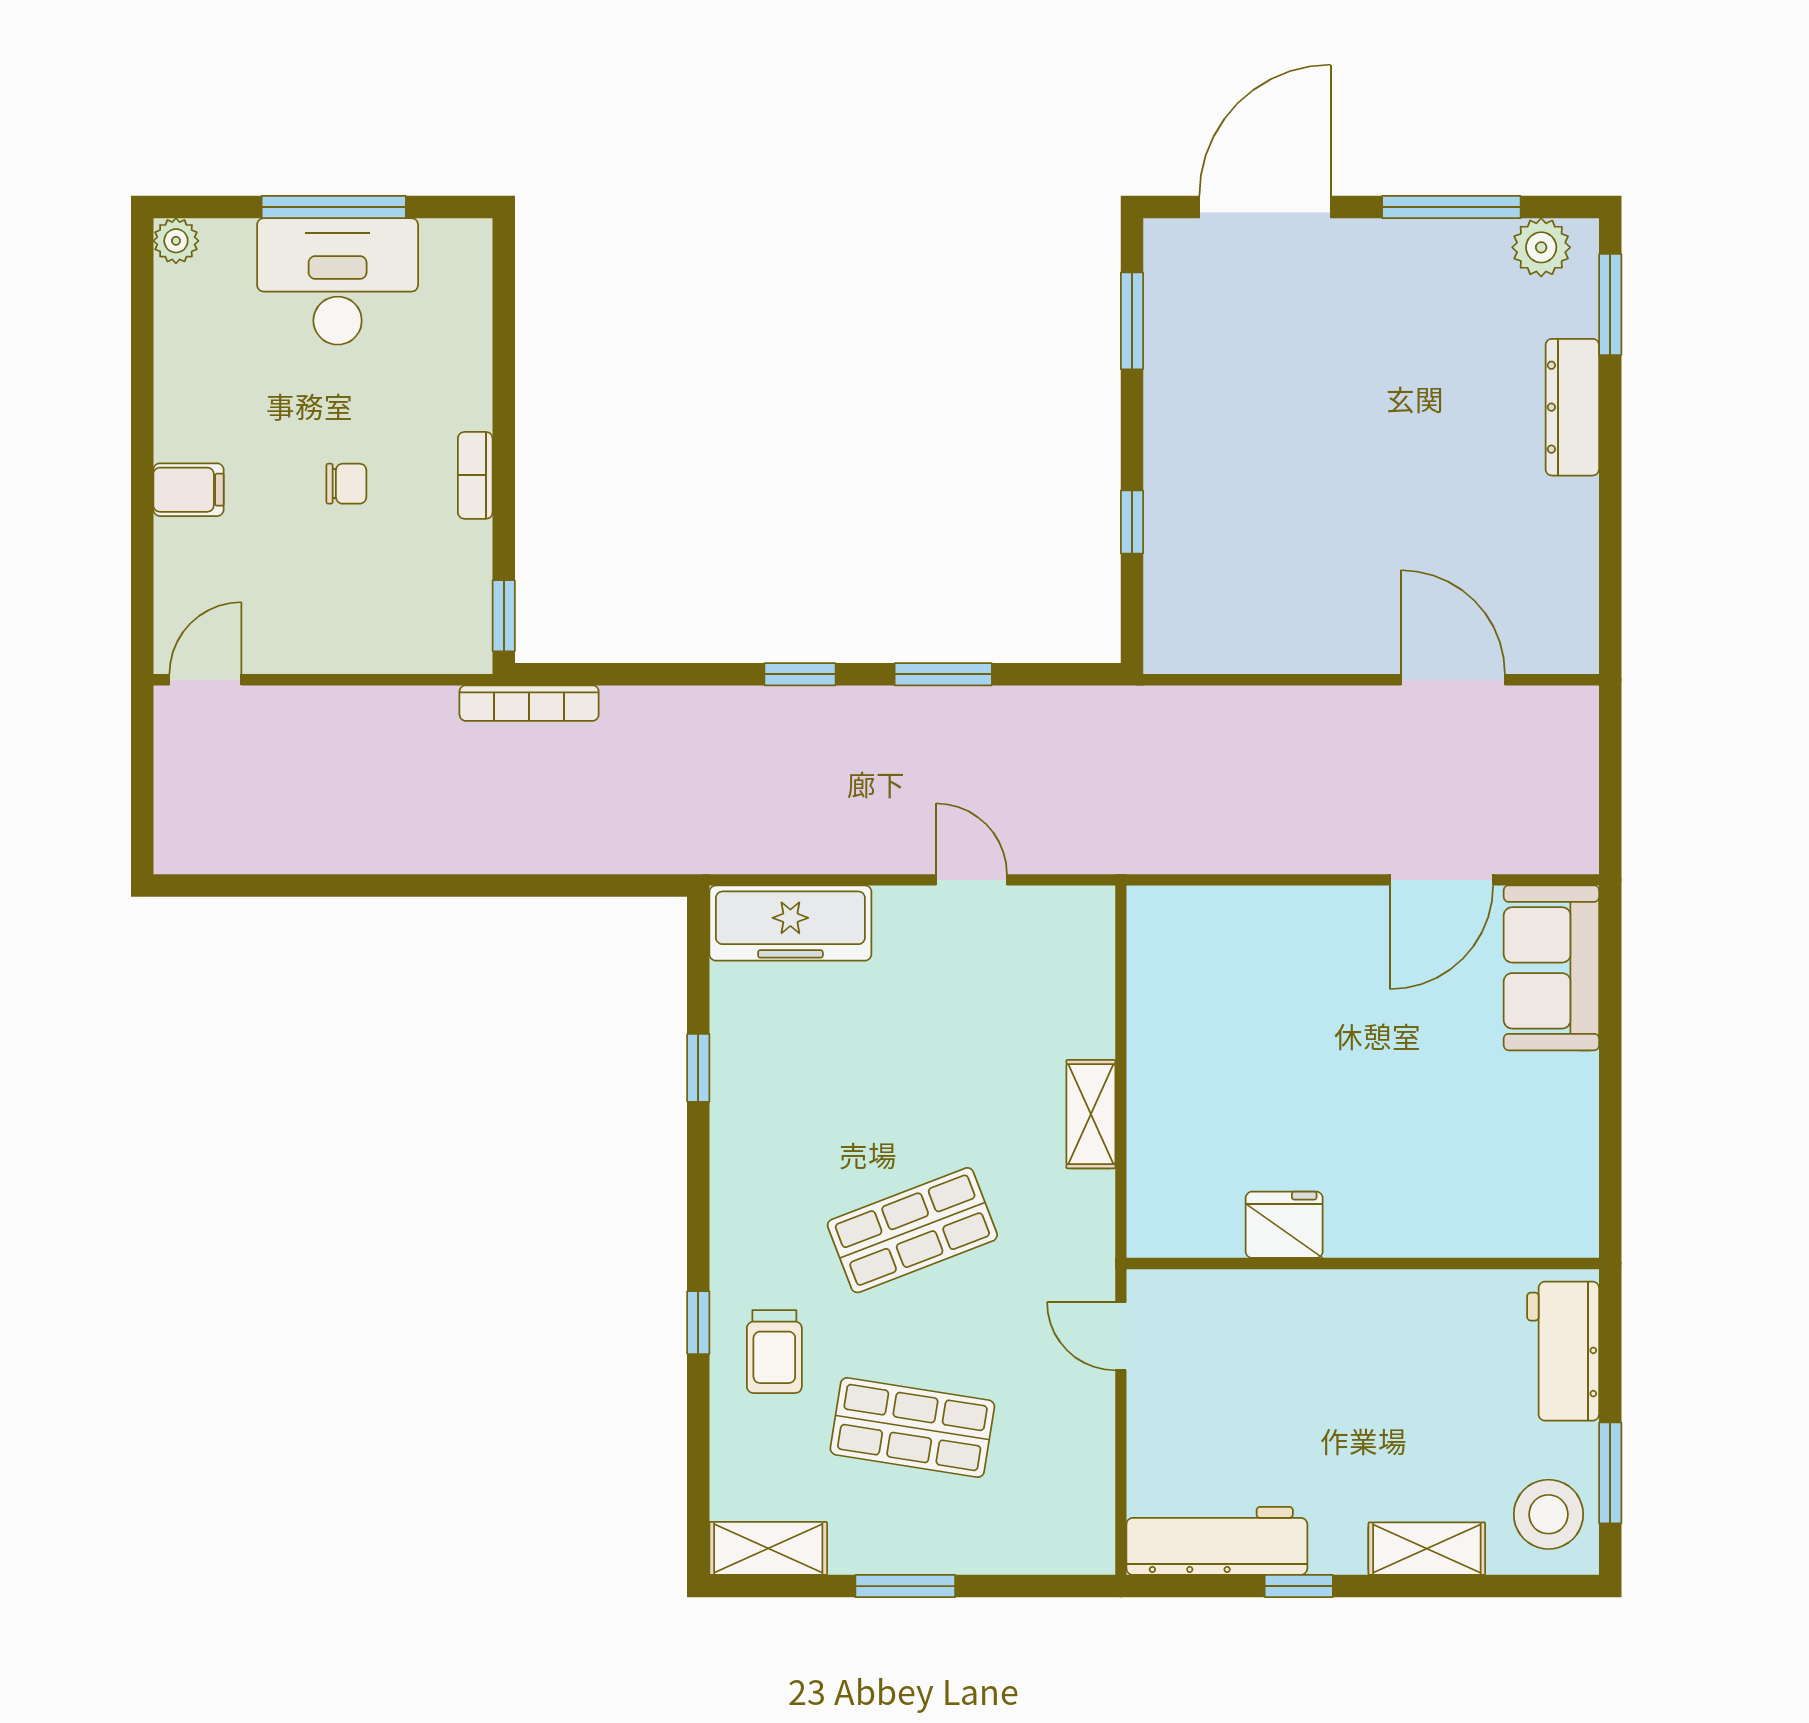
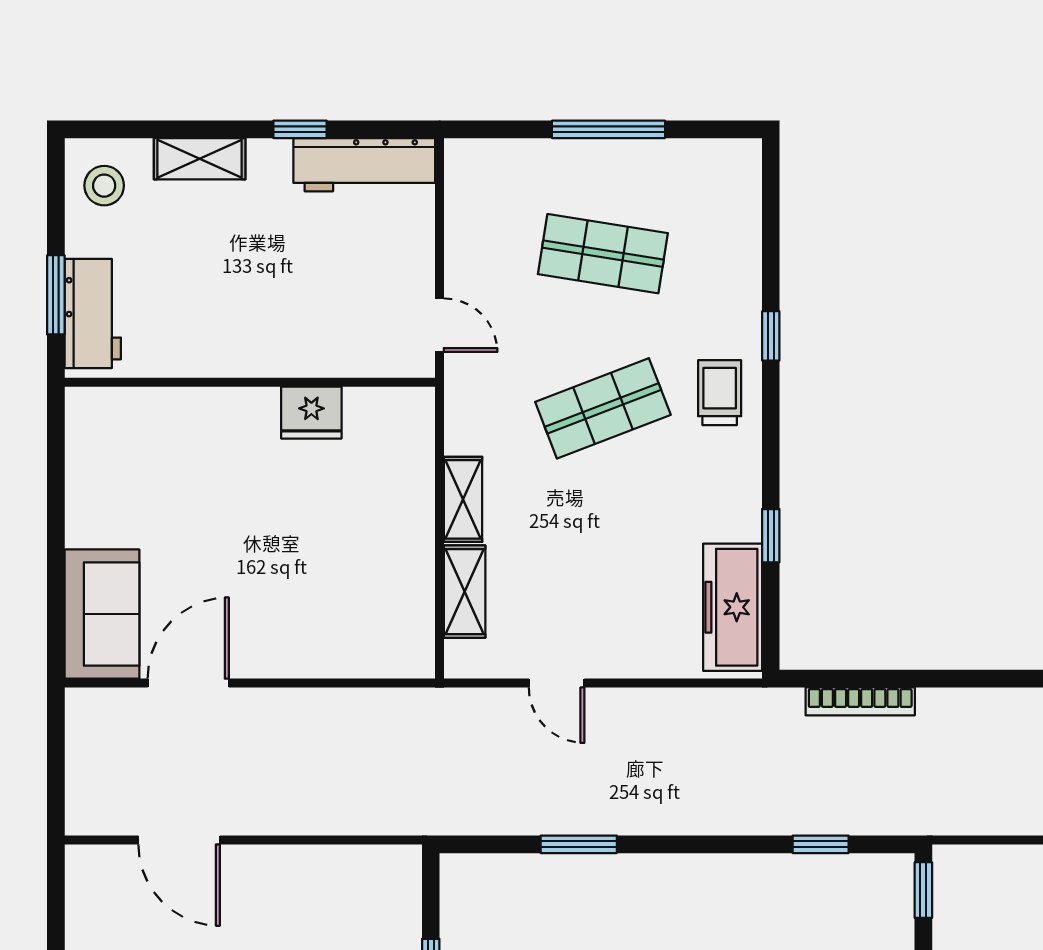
window: (800, 674) -> (821, 844), moved
bookcase: (529, 703) -> (860, 701), moved, turned 180
freezer: (790, 923) -> (733, 607), moved, turned -90
trolley: (774, 1352) -> (720, 393), moved
window: (1610, 1473) -> (56, 295), moved
stool: (1548, 1514) -> (104, 186), width x0.73, depth x0.73
shelving: (768, 1548) -> (465, 592), moved, turned 90
window: (905, 1586) -> (609, 129), width x1.44

